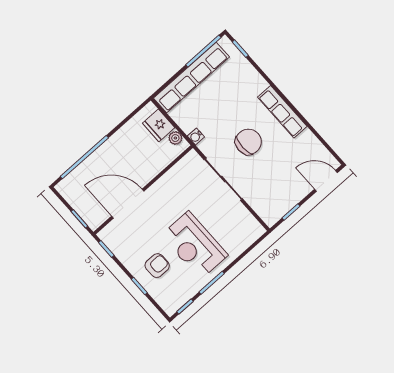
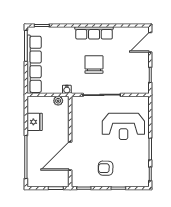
fridge: (159, 125) -> (35, 122), moved, turned -90
reception desk: (194, 245) -> (123, 126), moved
armchair: (157, 266) -> (106, 168), moved, turned -89

